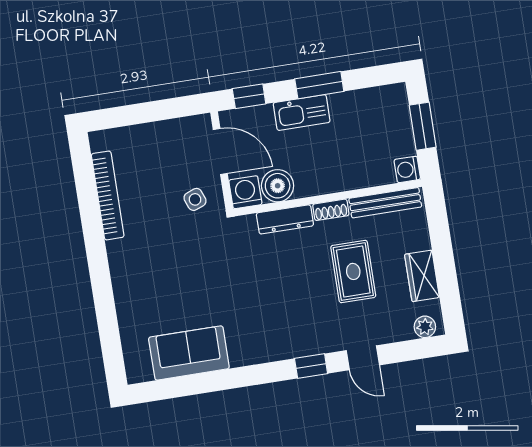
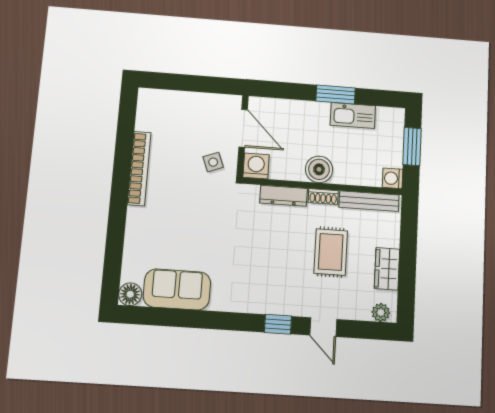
window: (249, 96) -> (277, 90), removed
kitchen sink: (302, 112) -> (353, 115), moved
boiler: (278, 186) -> (319, 169), moved
bookcase: (108, 195) -> (139, 168), moved
floor lamp: (138, 370) -> (130, 294), added

